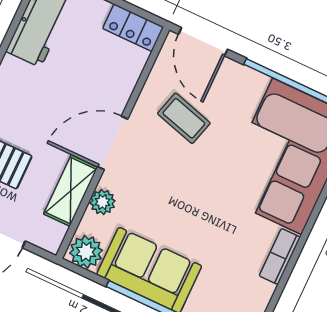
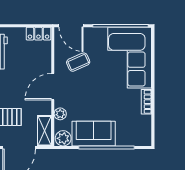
coffee table: (184, 118) -> (78, 62), turned -40
shelving: (71, 191) -> (44, 131), moved

